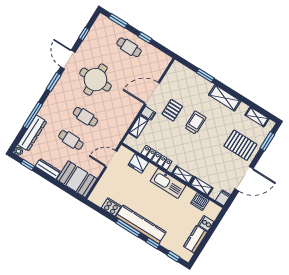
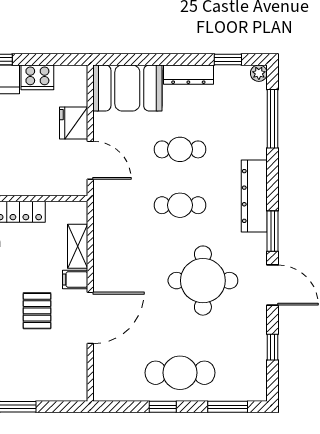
cafe table: (129, 47) -> (180, 373), width x1.37, depth x1.35
window: (33, 115) -> (273, 119), moved
dresser: (32, 133) -> (254, 196), moved
door: (111, 159) -> (90, 160), hinge flipped
fridge: (138, 163) -> (74, 123), moved, turned -90

